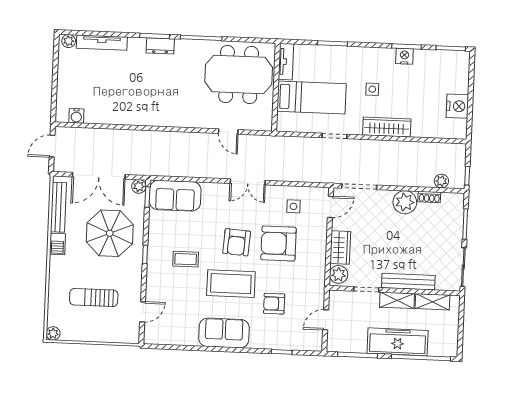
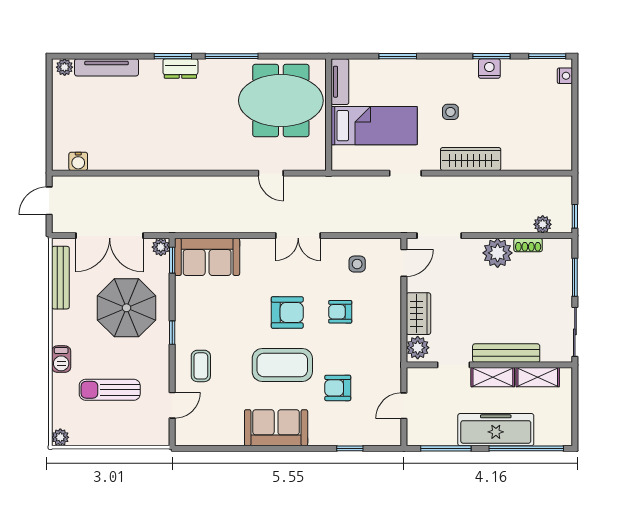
nightstand: (457, 106) -> (565, 76), moved, width x0.53, depth x0.56
armchair: (237, 242) -> (287, 312), turned -94
barbecue: (57, 244) -> (61, 359), moved
armchair: (278, 244) -> (340, 312), width x0.53, depth x0.53
coffee table: (186, 259) -> (201, 366), moved, turned 90

